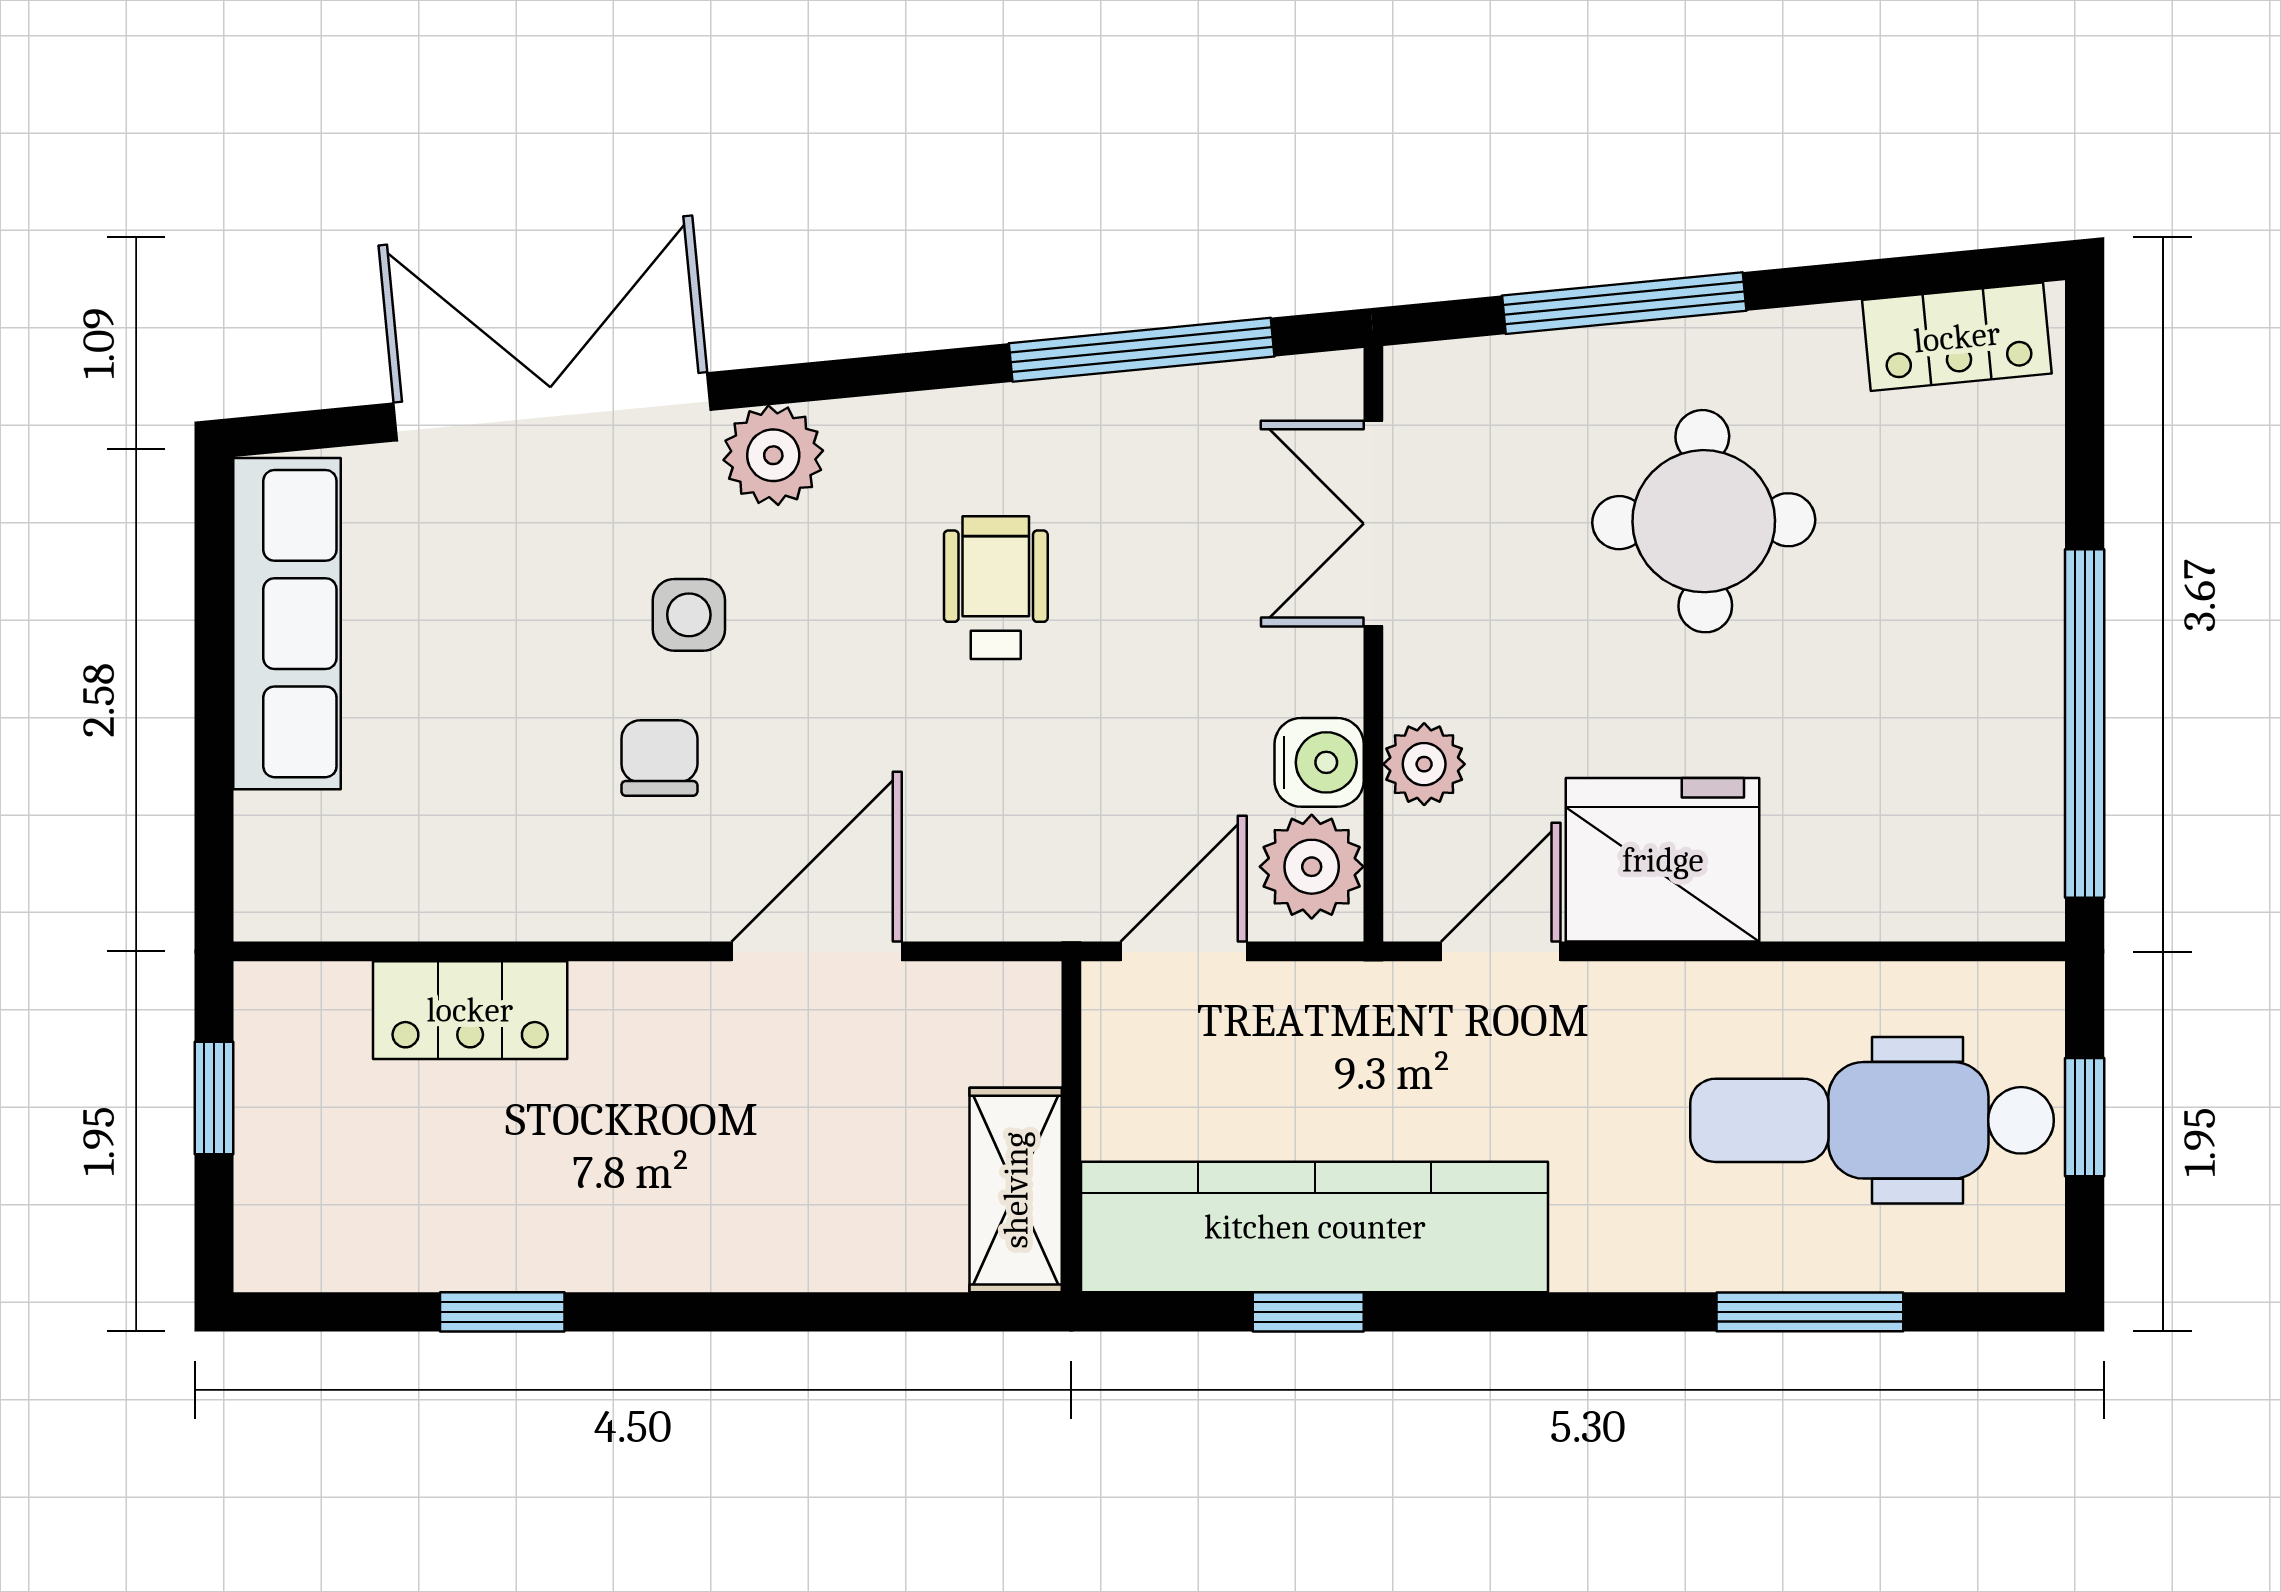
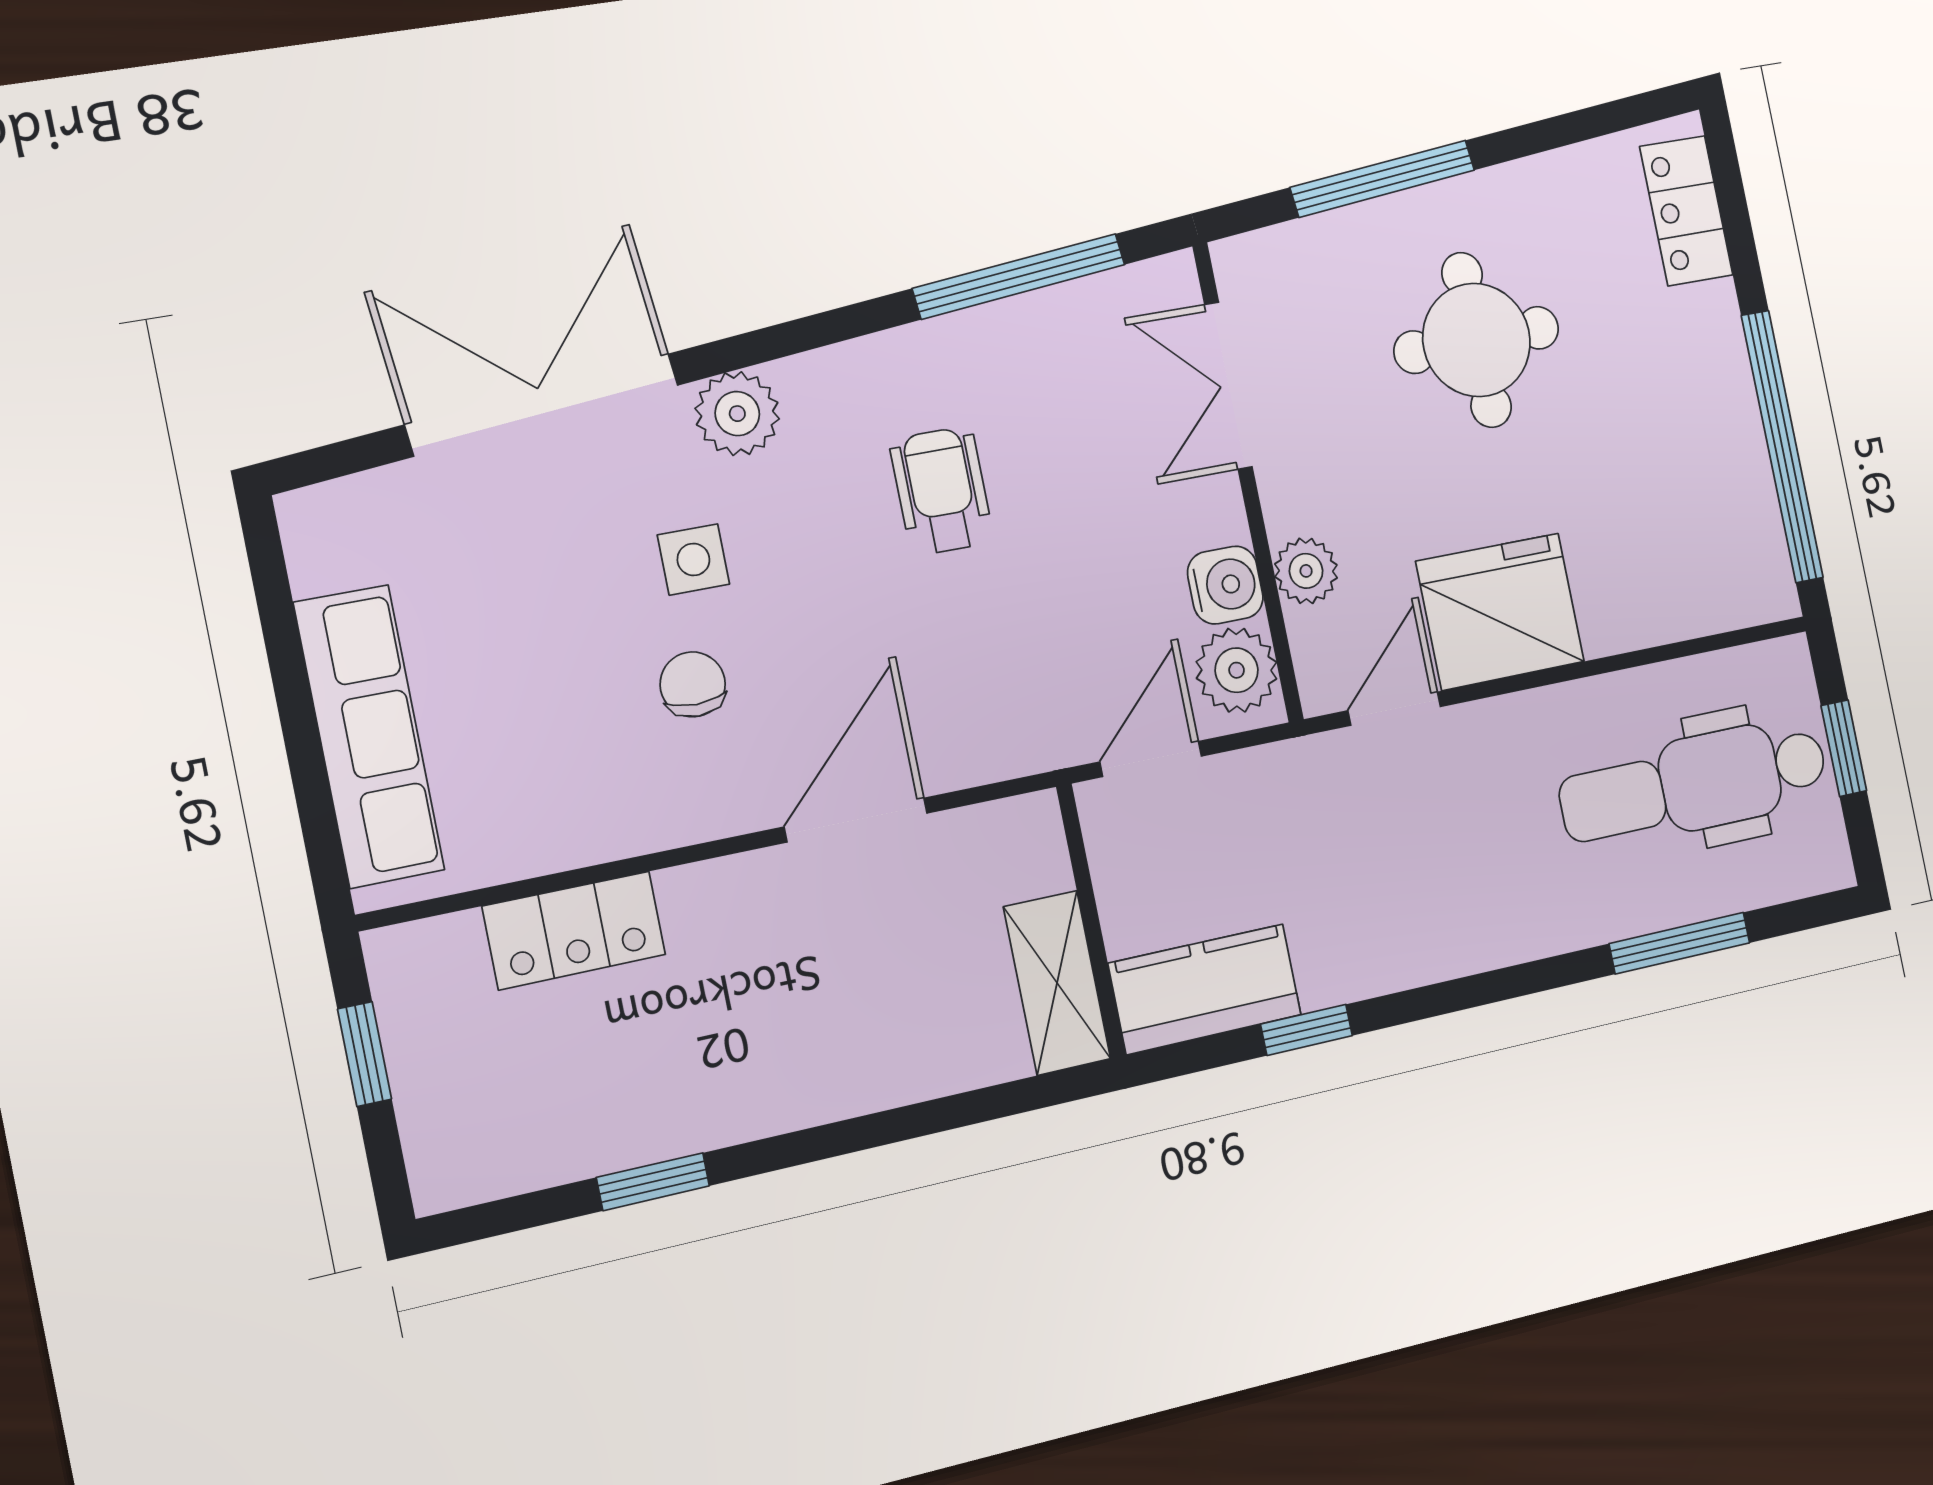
locker: (1957, 337) -> (1686, 211), moved, turned 96
row of seats: (287, 624) -> (369, 736), moved
kitchen counter: (1315, 1227) -> (1205, 989), width x0.48, depth x0.86

